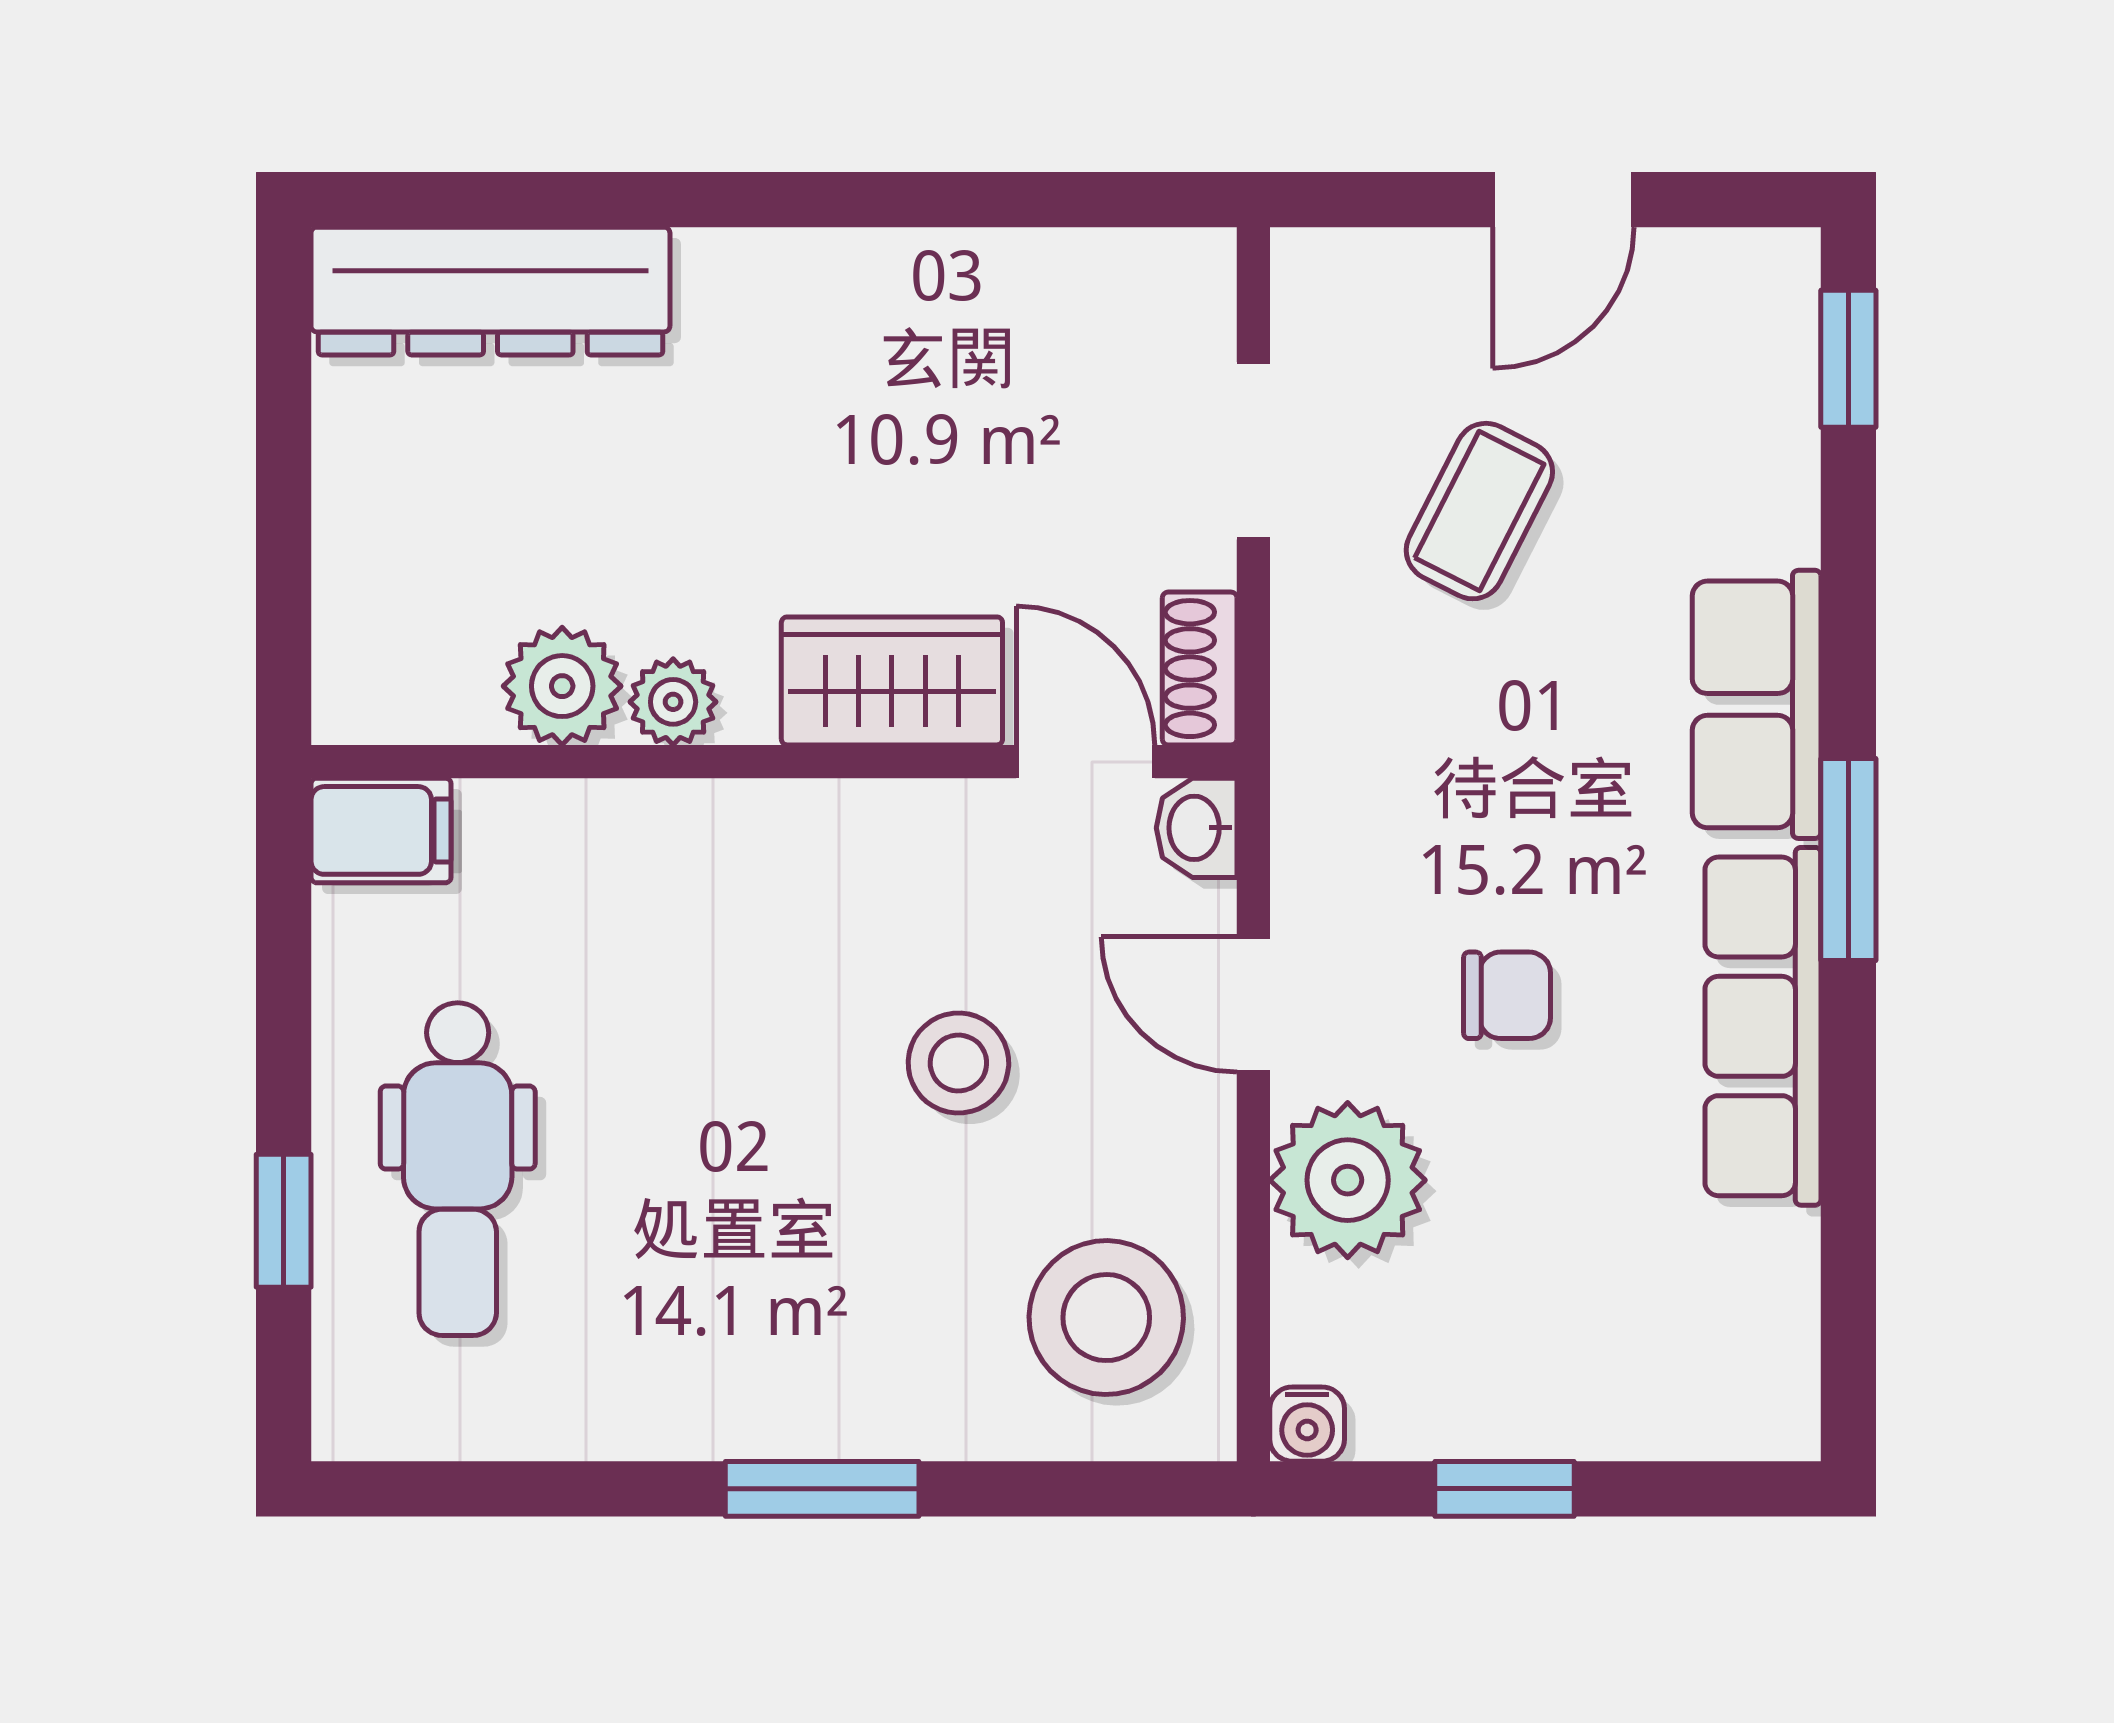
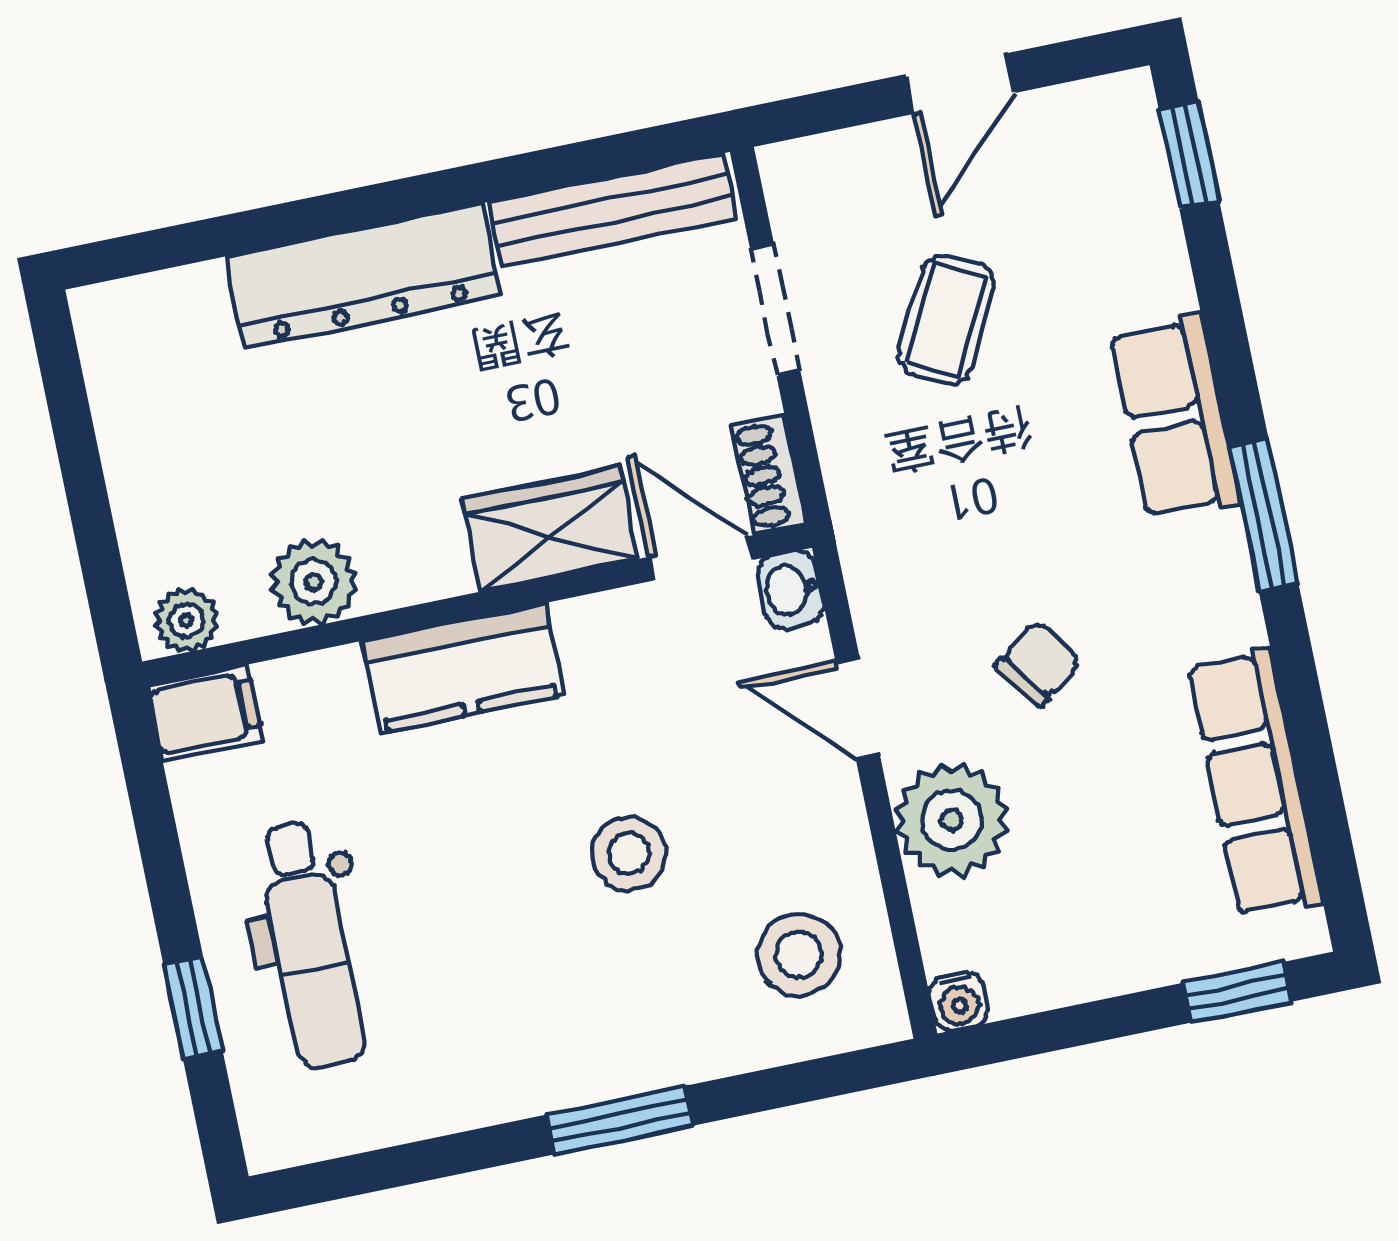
bench: (1064, 273) -> (613, 210), added
dresser: (490, 291) -> (363, 276), moved
plant: (673, 702) -> (186, 620), moved
kitchen counter: (738, 842) -> (463, 668), added
chair: (1507, 995) -> (1039, 664), turned -36
row of seats: (1763, 1026) -> (1255, 783), moved
stool: (958, 1063) -> (629, 854), moved
stool: (1106, 1318) -> (798, 955), width x0.73, depth x0.73
window: (1504, 1489) -> (1237, 992), moved

